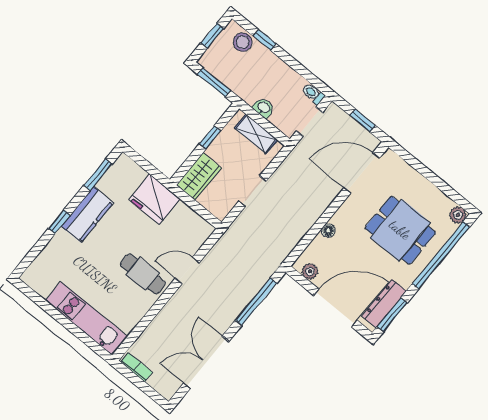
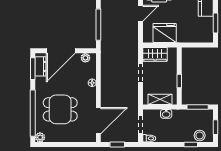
wardrobe: (199, 177) -> (155, 54), moved, turned -90
fridge: (154, 199) -> (165, 33), moved
dresser: (384, 304) -> (41, 66), width x0.70

